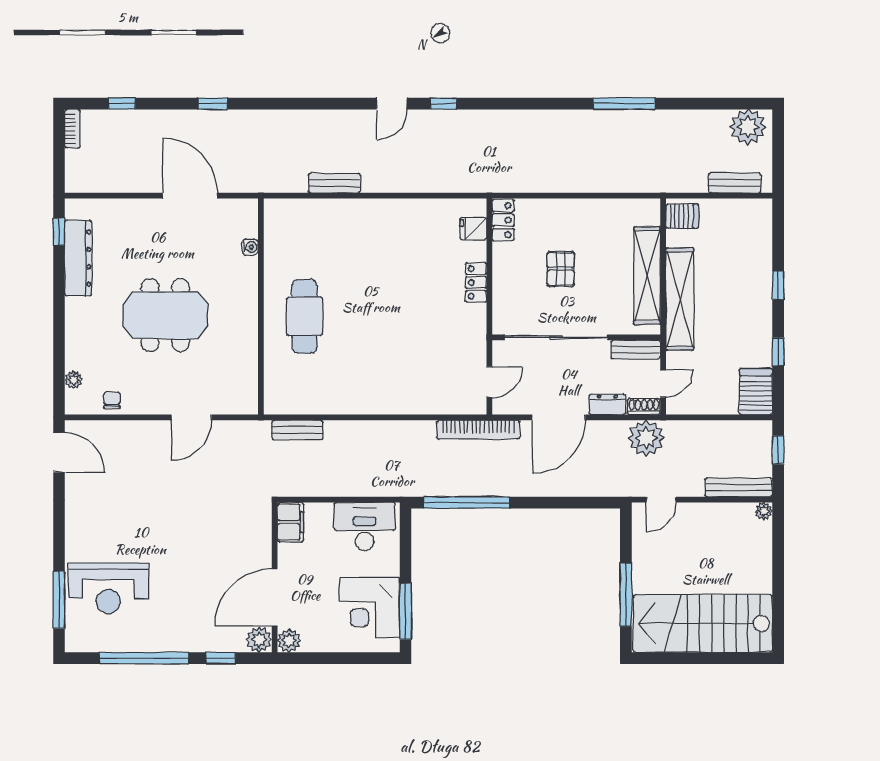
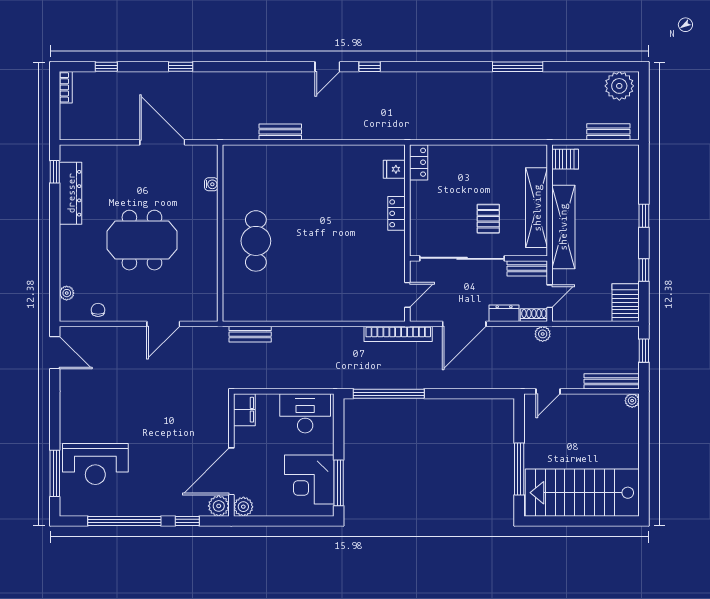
pallet: (561, 269) -> (488, 219), moved
plant: (646, 438) -> (543, 334), width x0.53, depth x0.53

